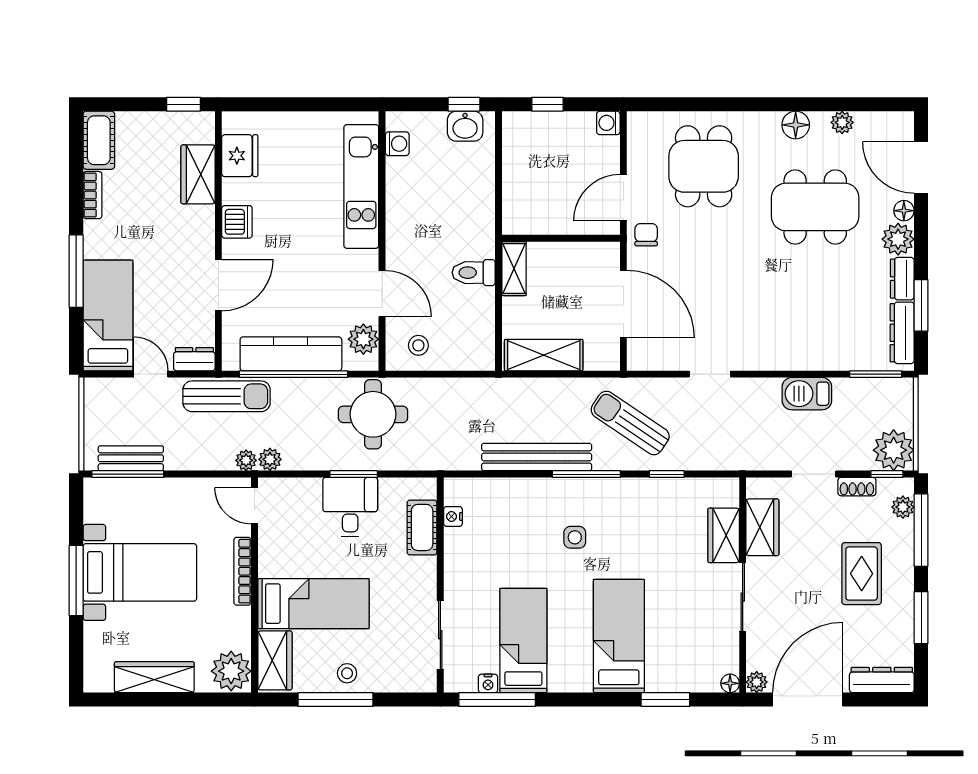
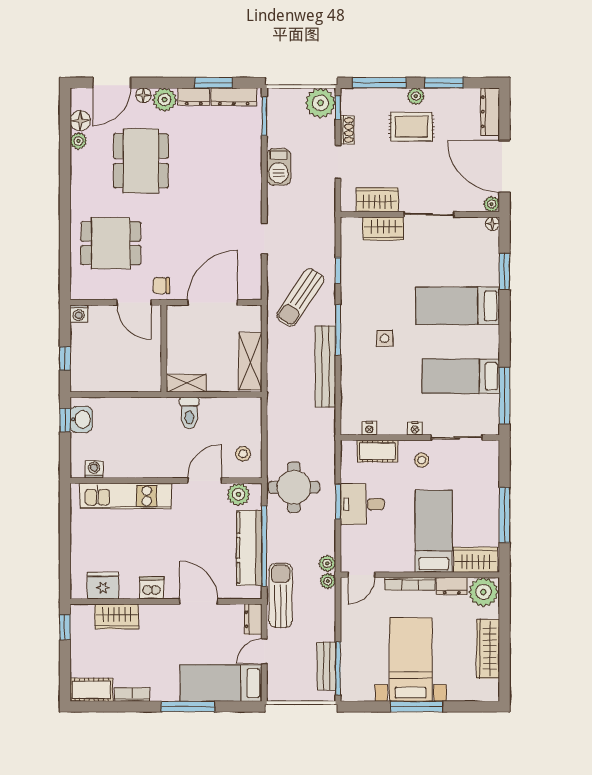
floor lamp: (796, 125) -> (80, 121), moved
plant: (903, 507) -> (416, 96), moved
dresser: (239, 628) -> (452, 586), added
stool: (347, 673) -> (422, 460), moved
nightstand: (488, 683) -> (415, 428), moved, turned 90

